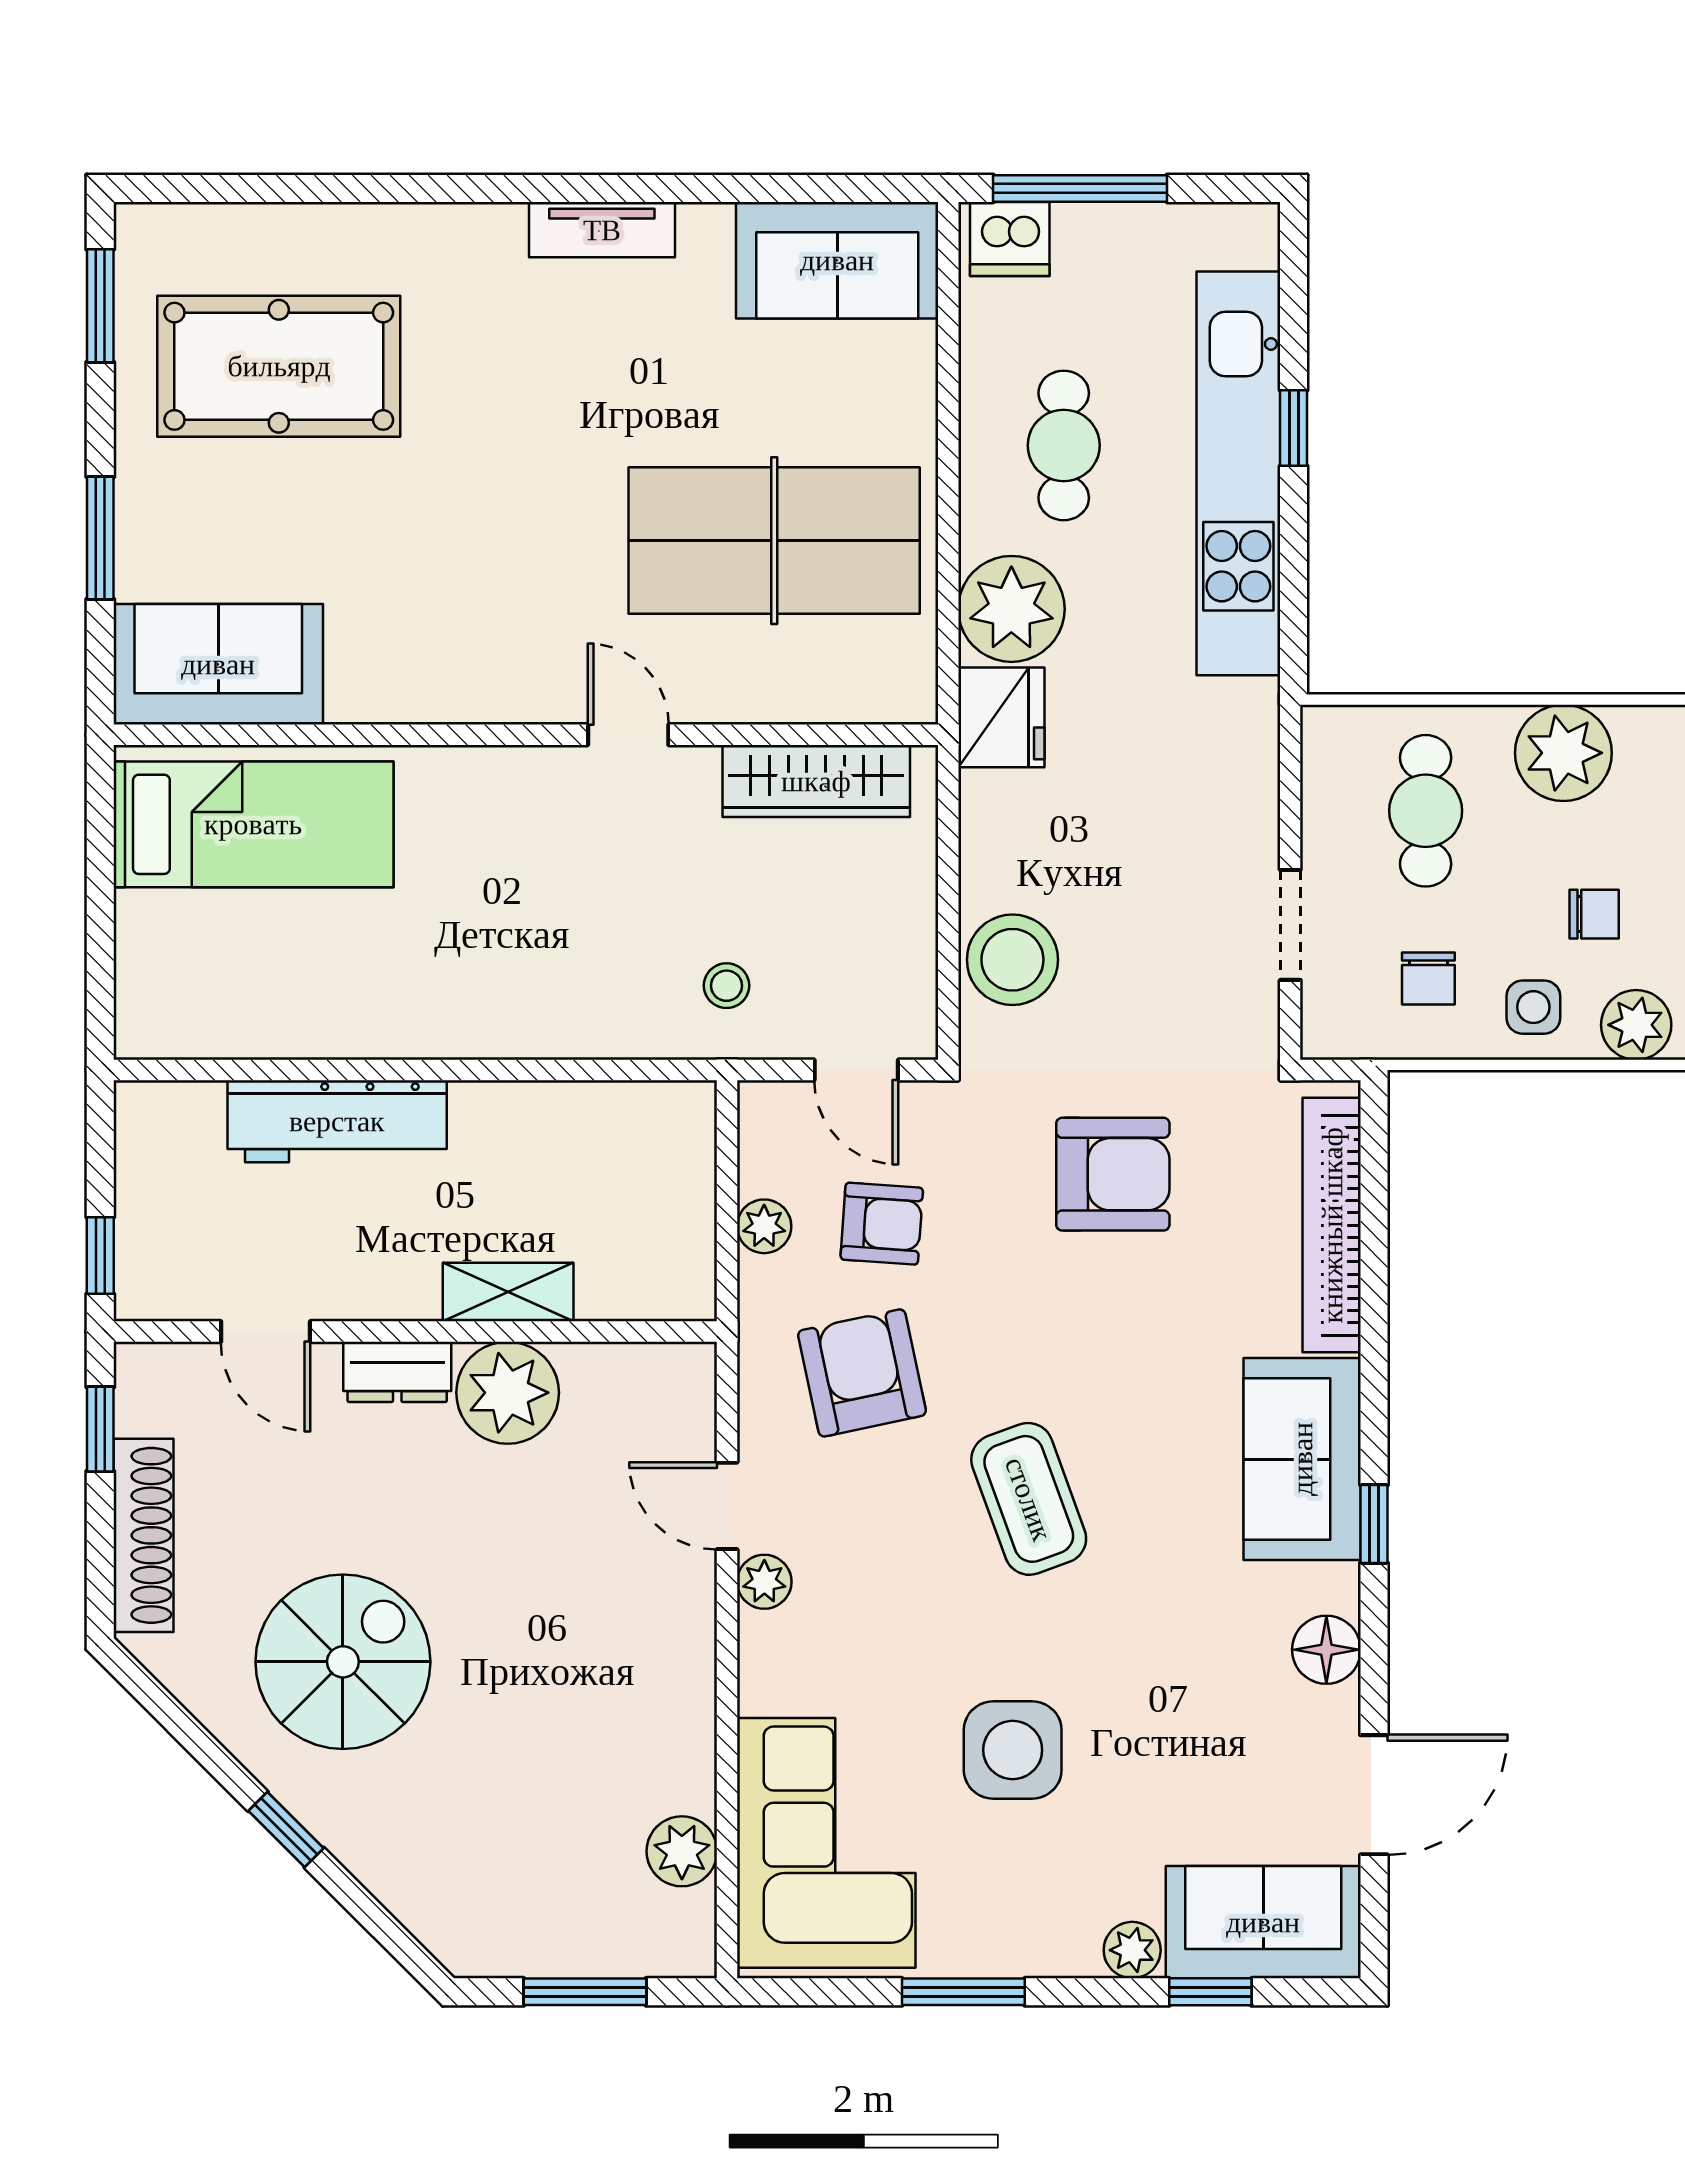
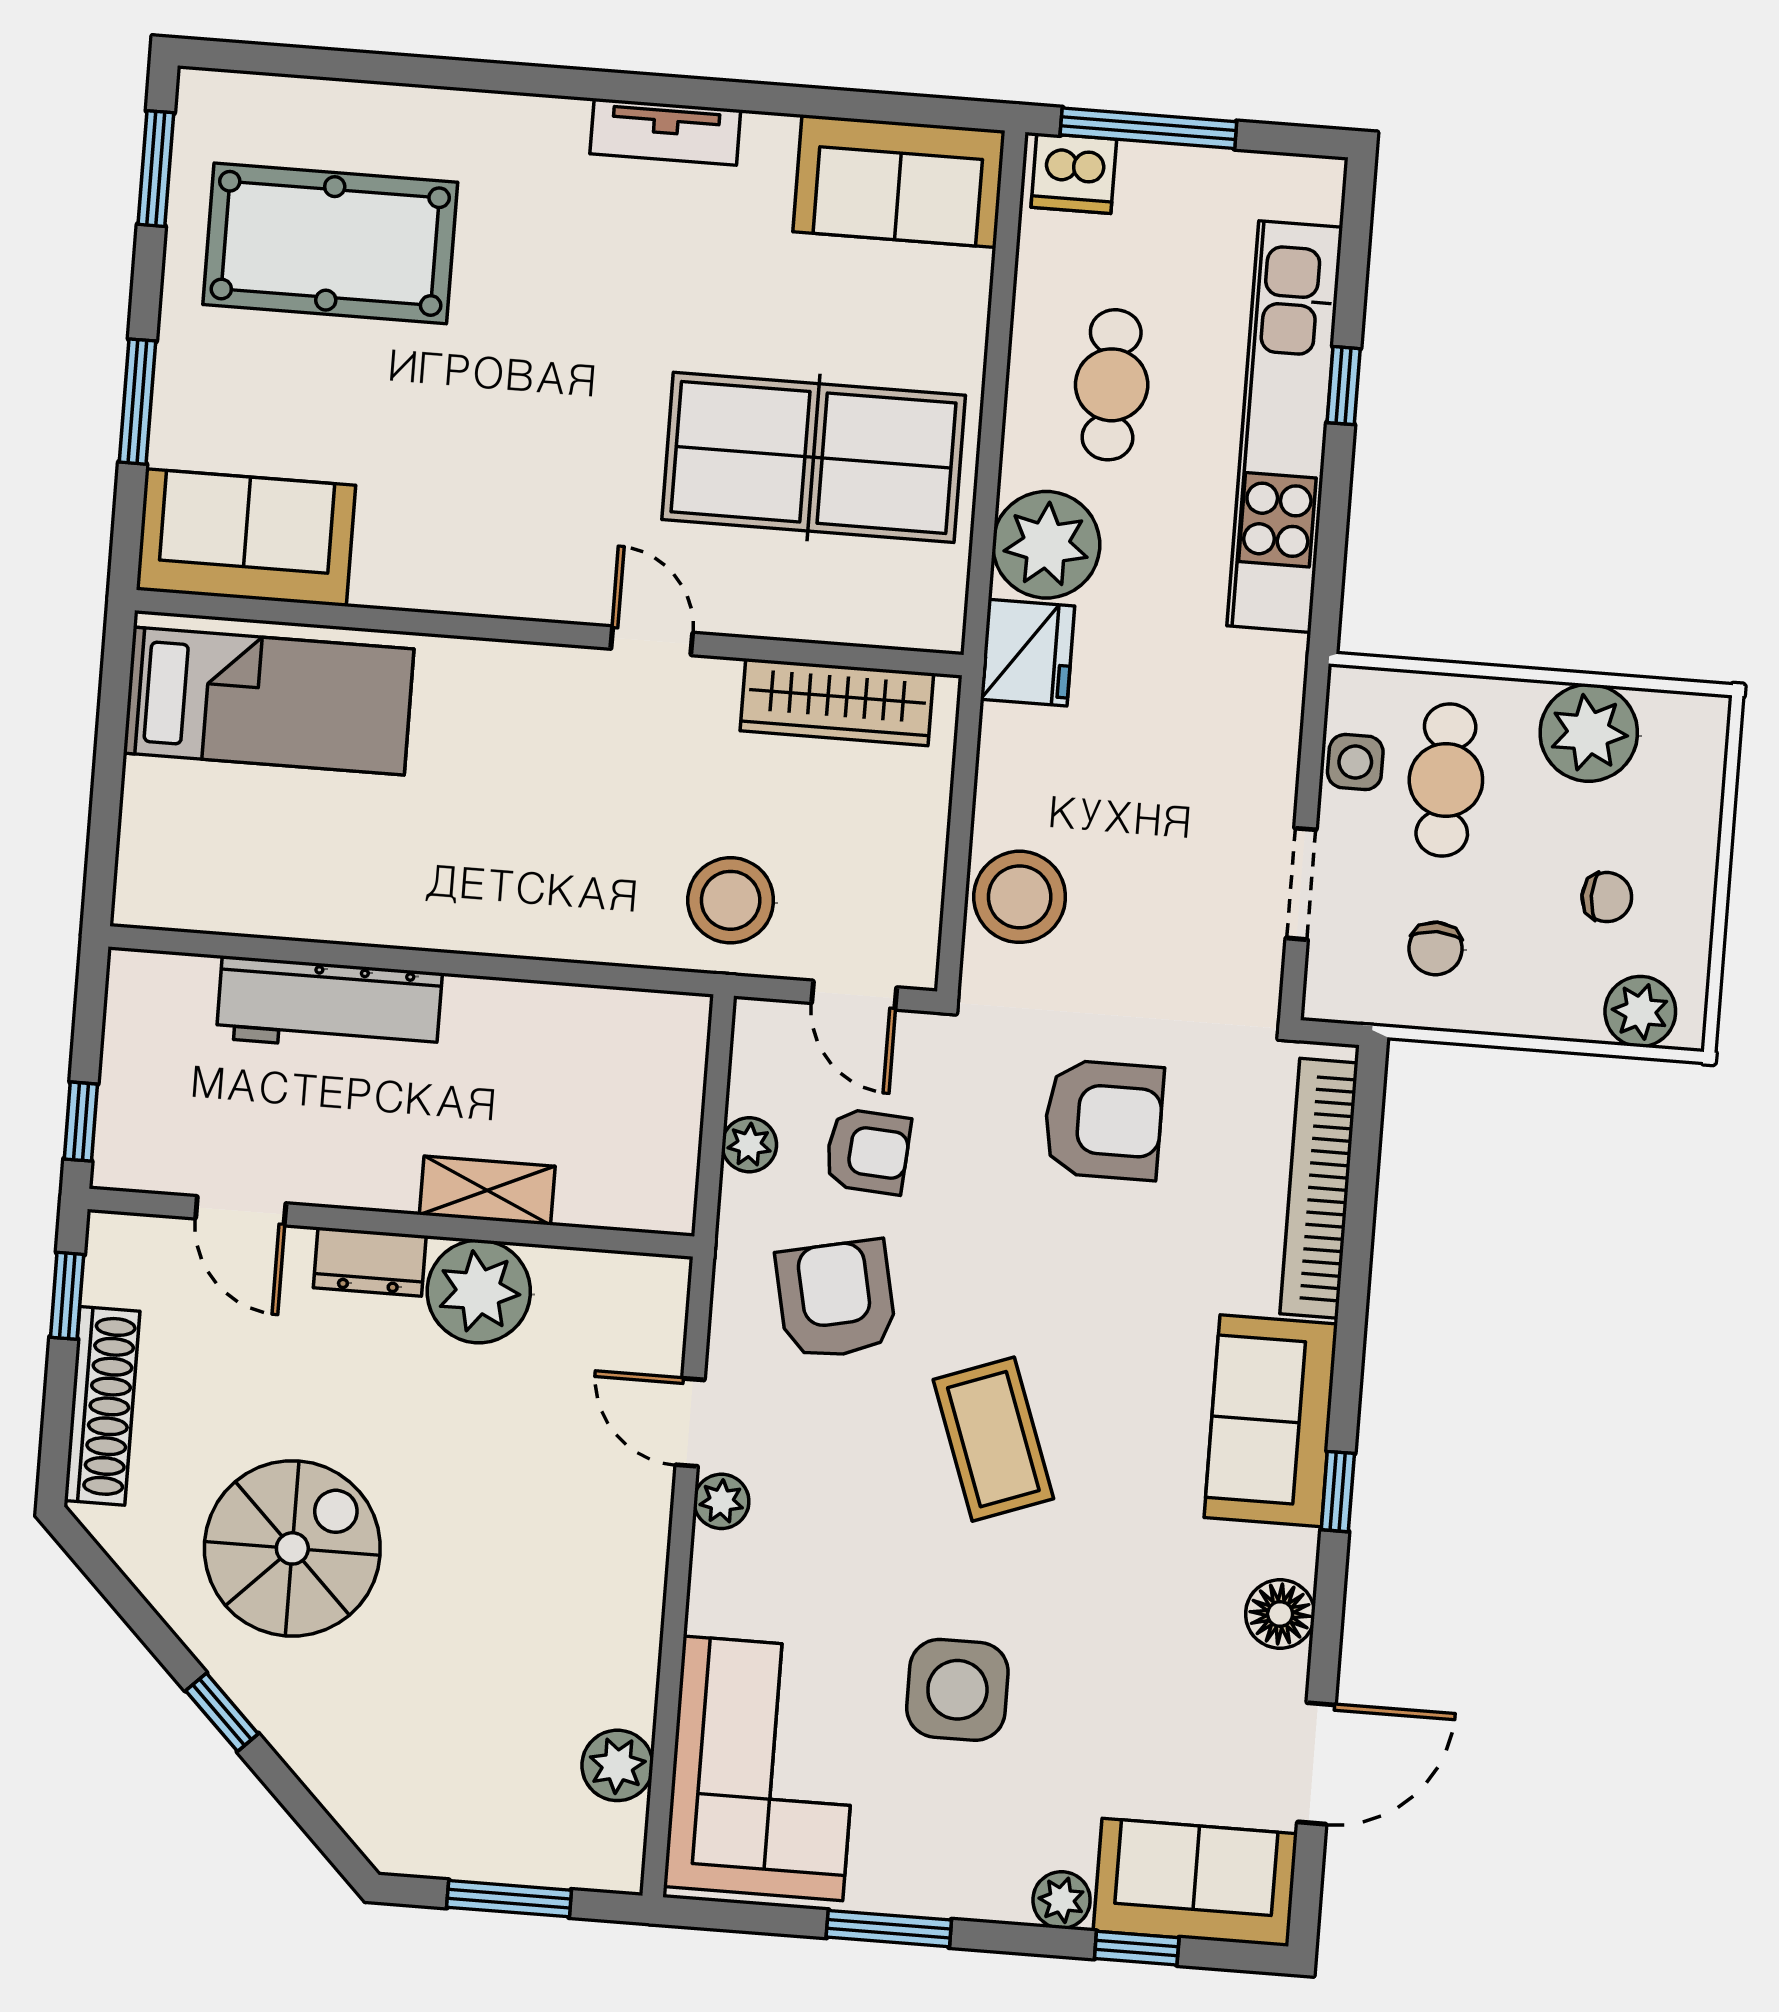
stool: (727, 986) -> (731, 900), width x1.89, depth x1.89
side table: (1533, 1007) -> (1355, 762), moved

